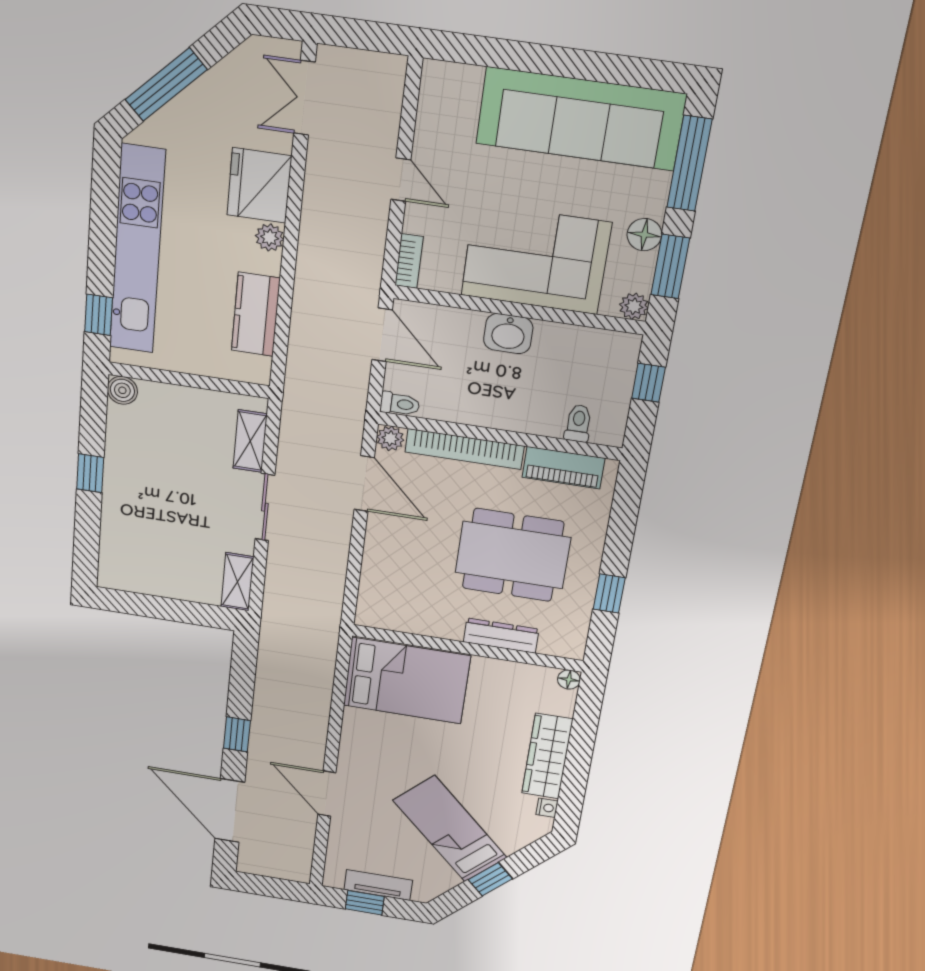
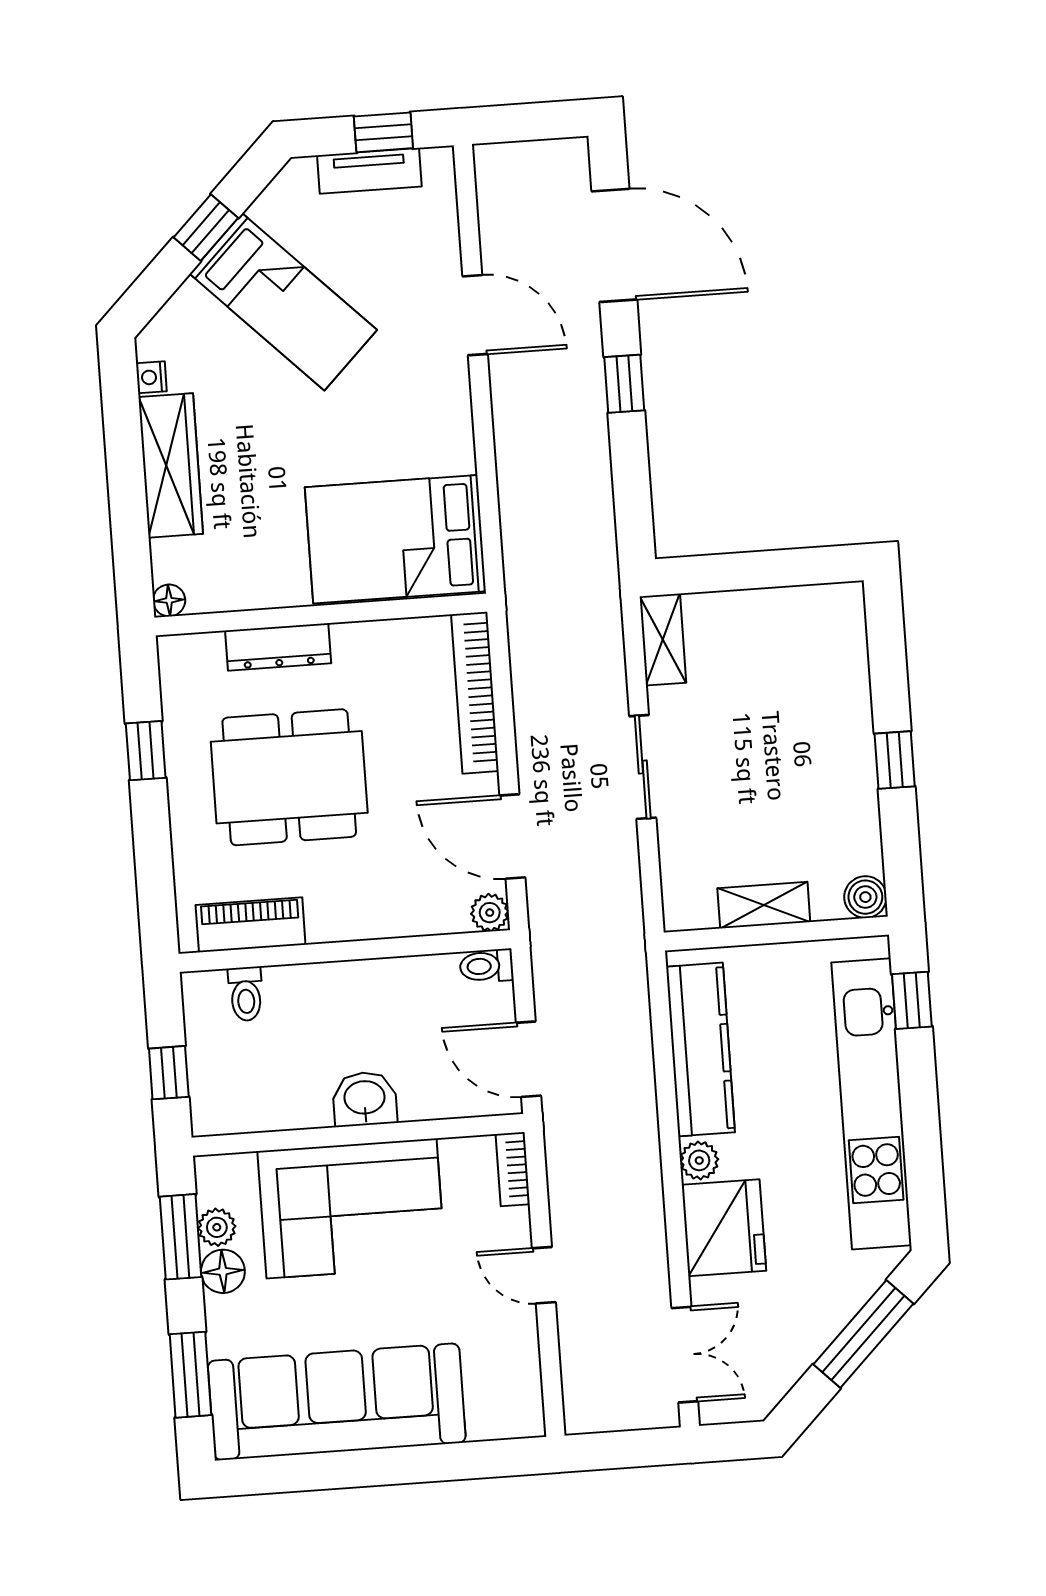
window: (689, 163) -> (190, 1375), width x0.69
plant: (634, 306) -> (217, 1227), moved
kitchen counter: (256, 314) -> (700, 1049), width x1.50
shelving: (250, 441) -> (764, 905), moved, turned 90
bookcase: (464, 449) -> (475, 693), moved, turned -90

